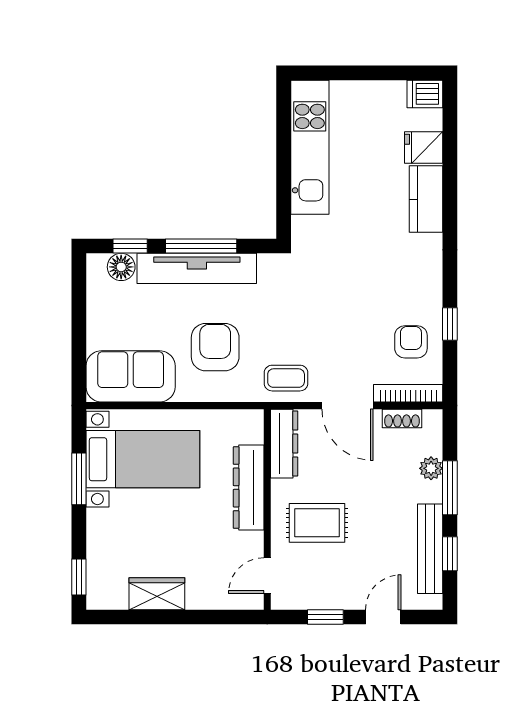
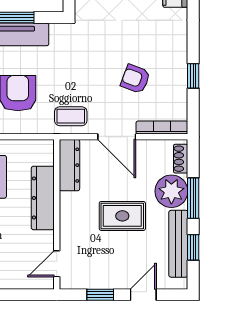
armchair: (411, 342) -> (135, 79), moved, turned -69
shoe rack: (402, 418) -> (181, 159), moved, turned 90
plant: (431, 468) -> (171, 191), width x1.88, depth x1.88
rug: (317, 523) -> (122, 216), moved

